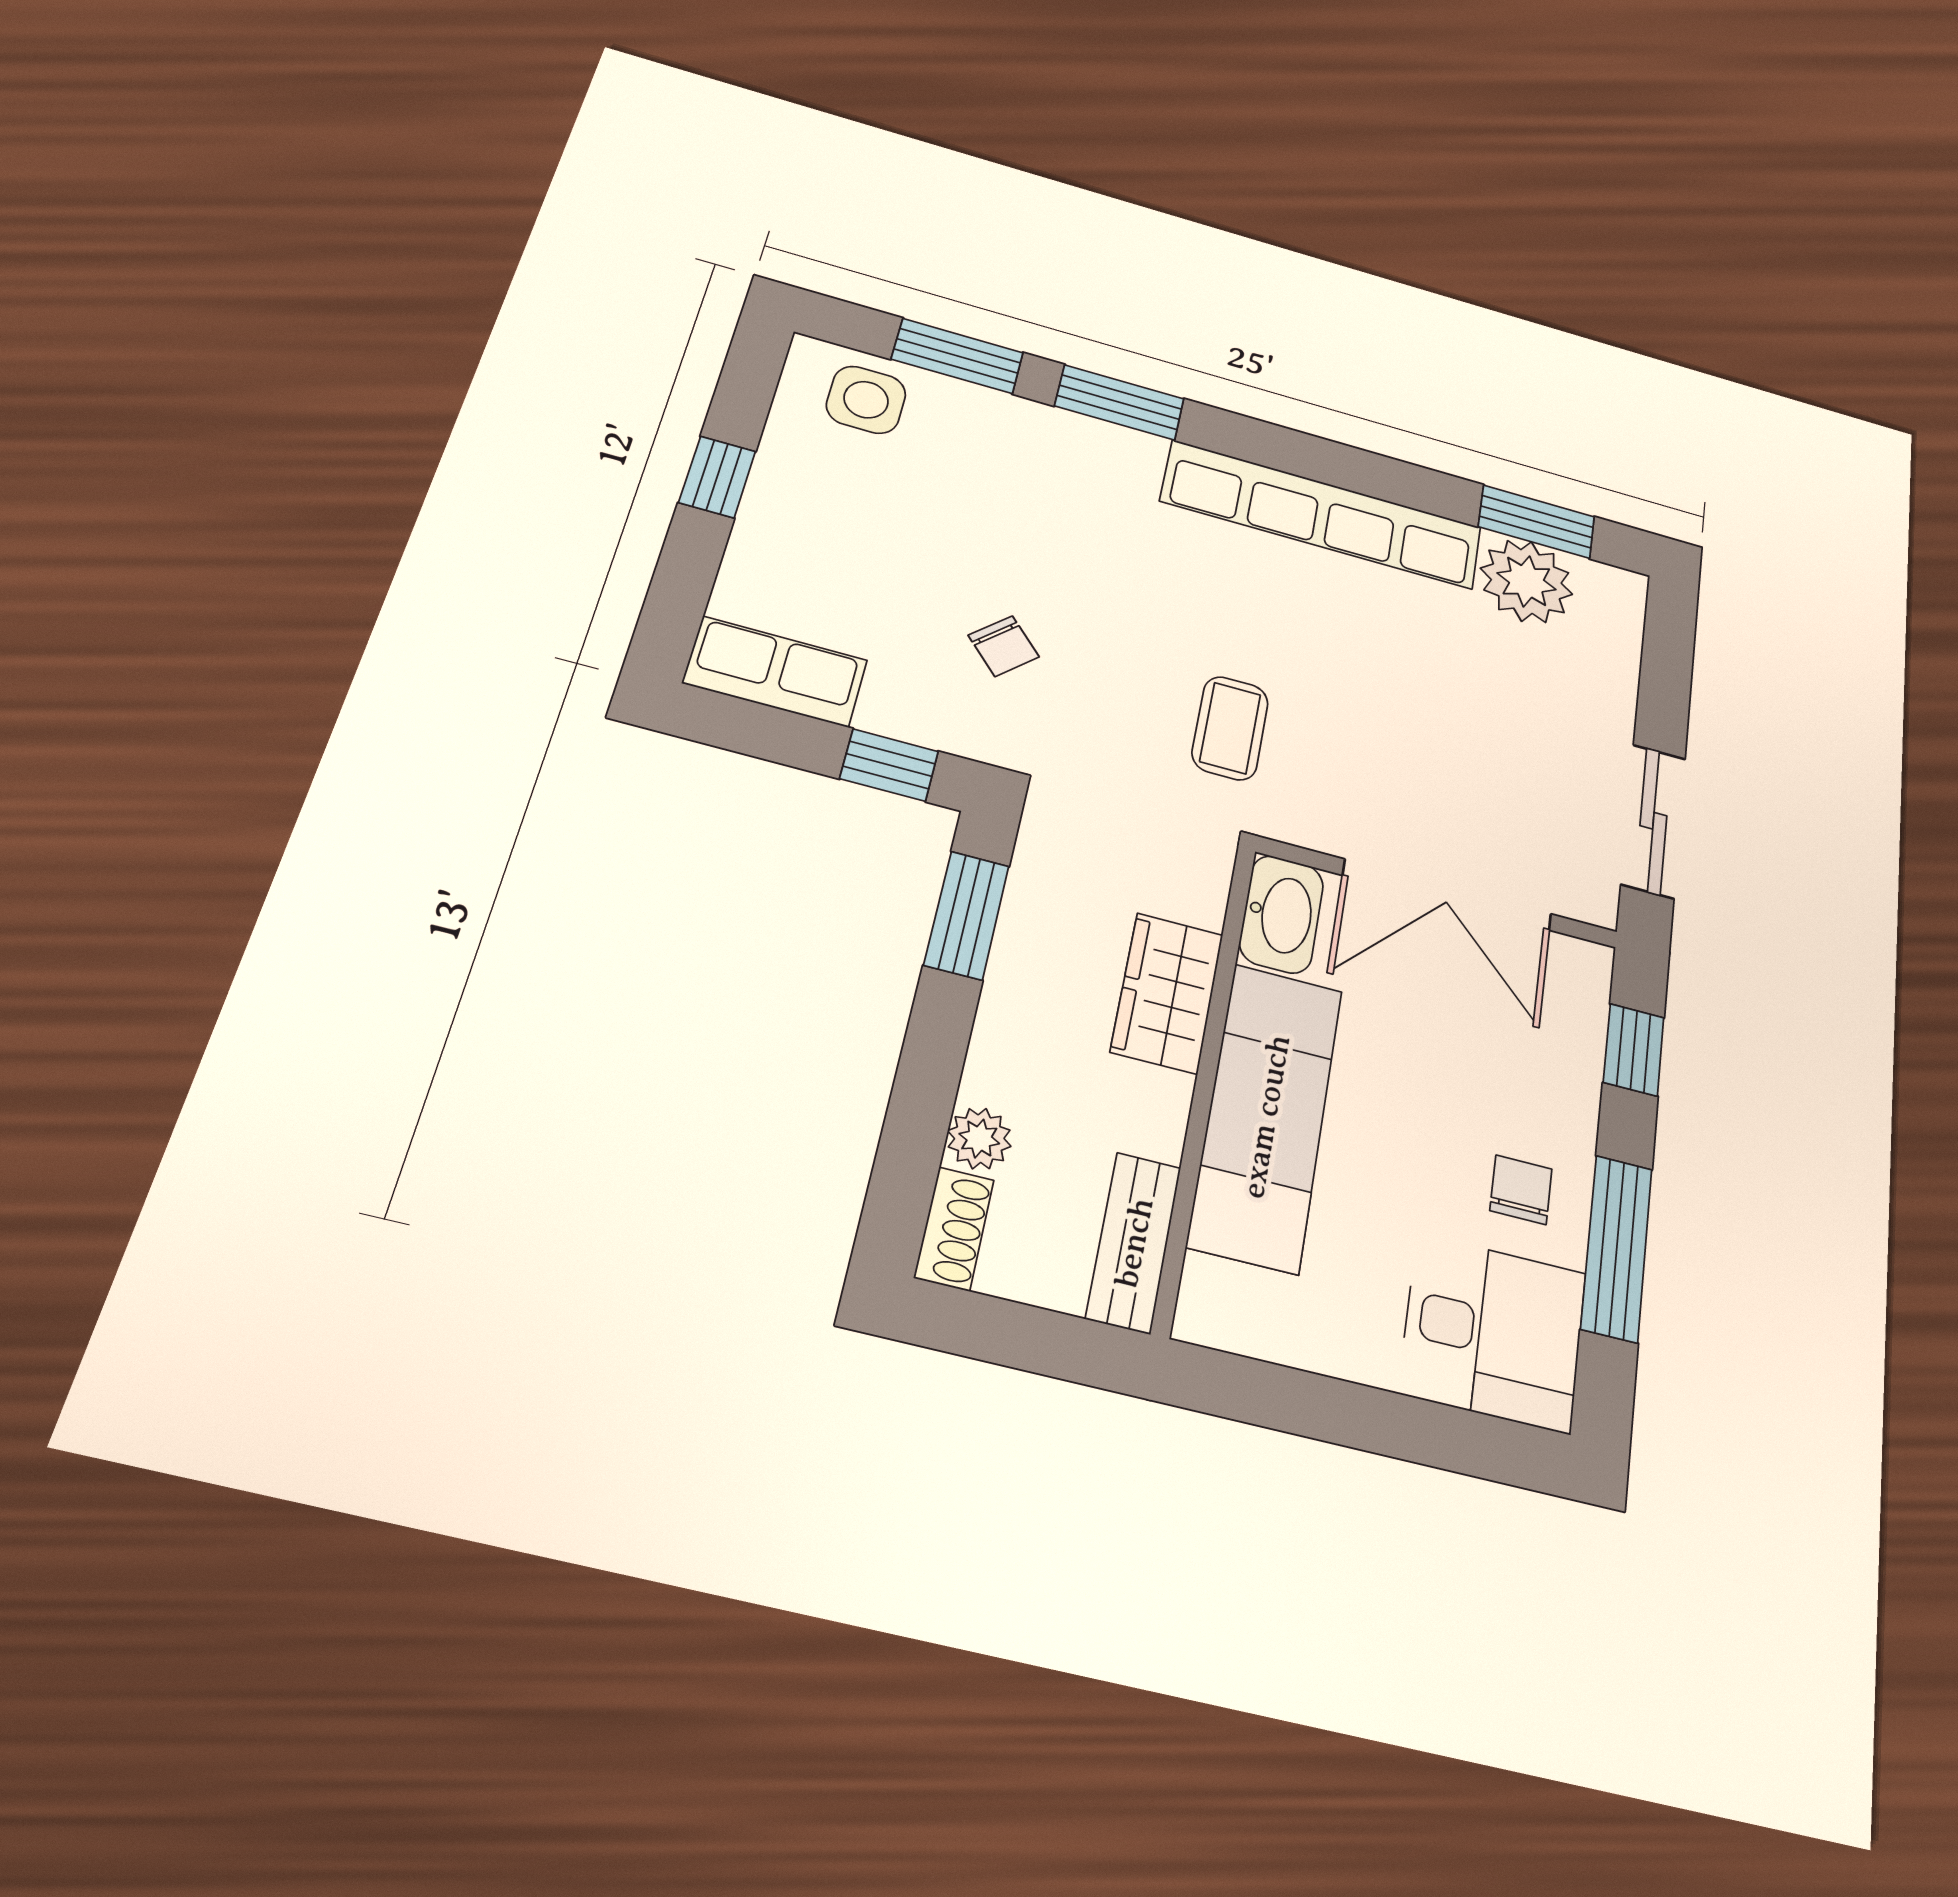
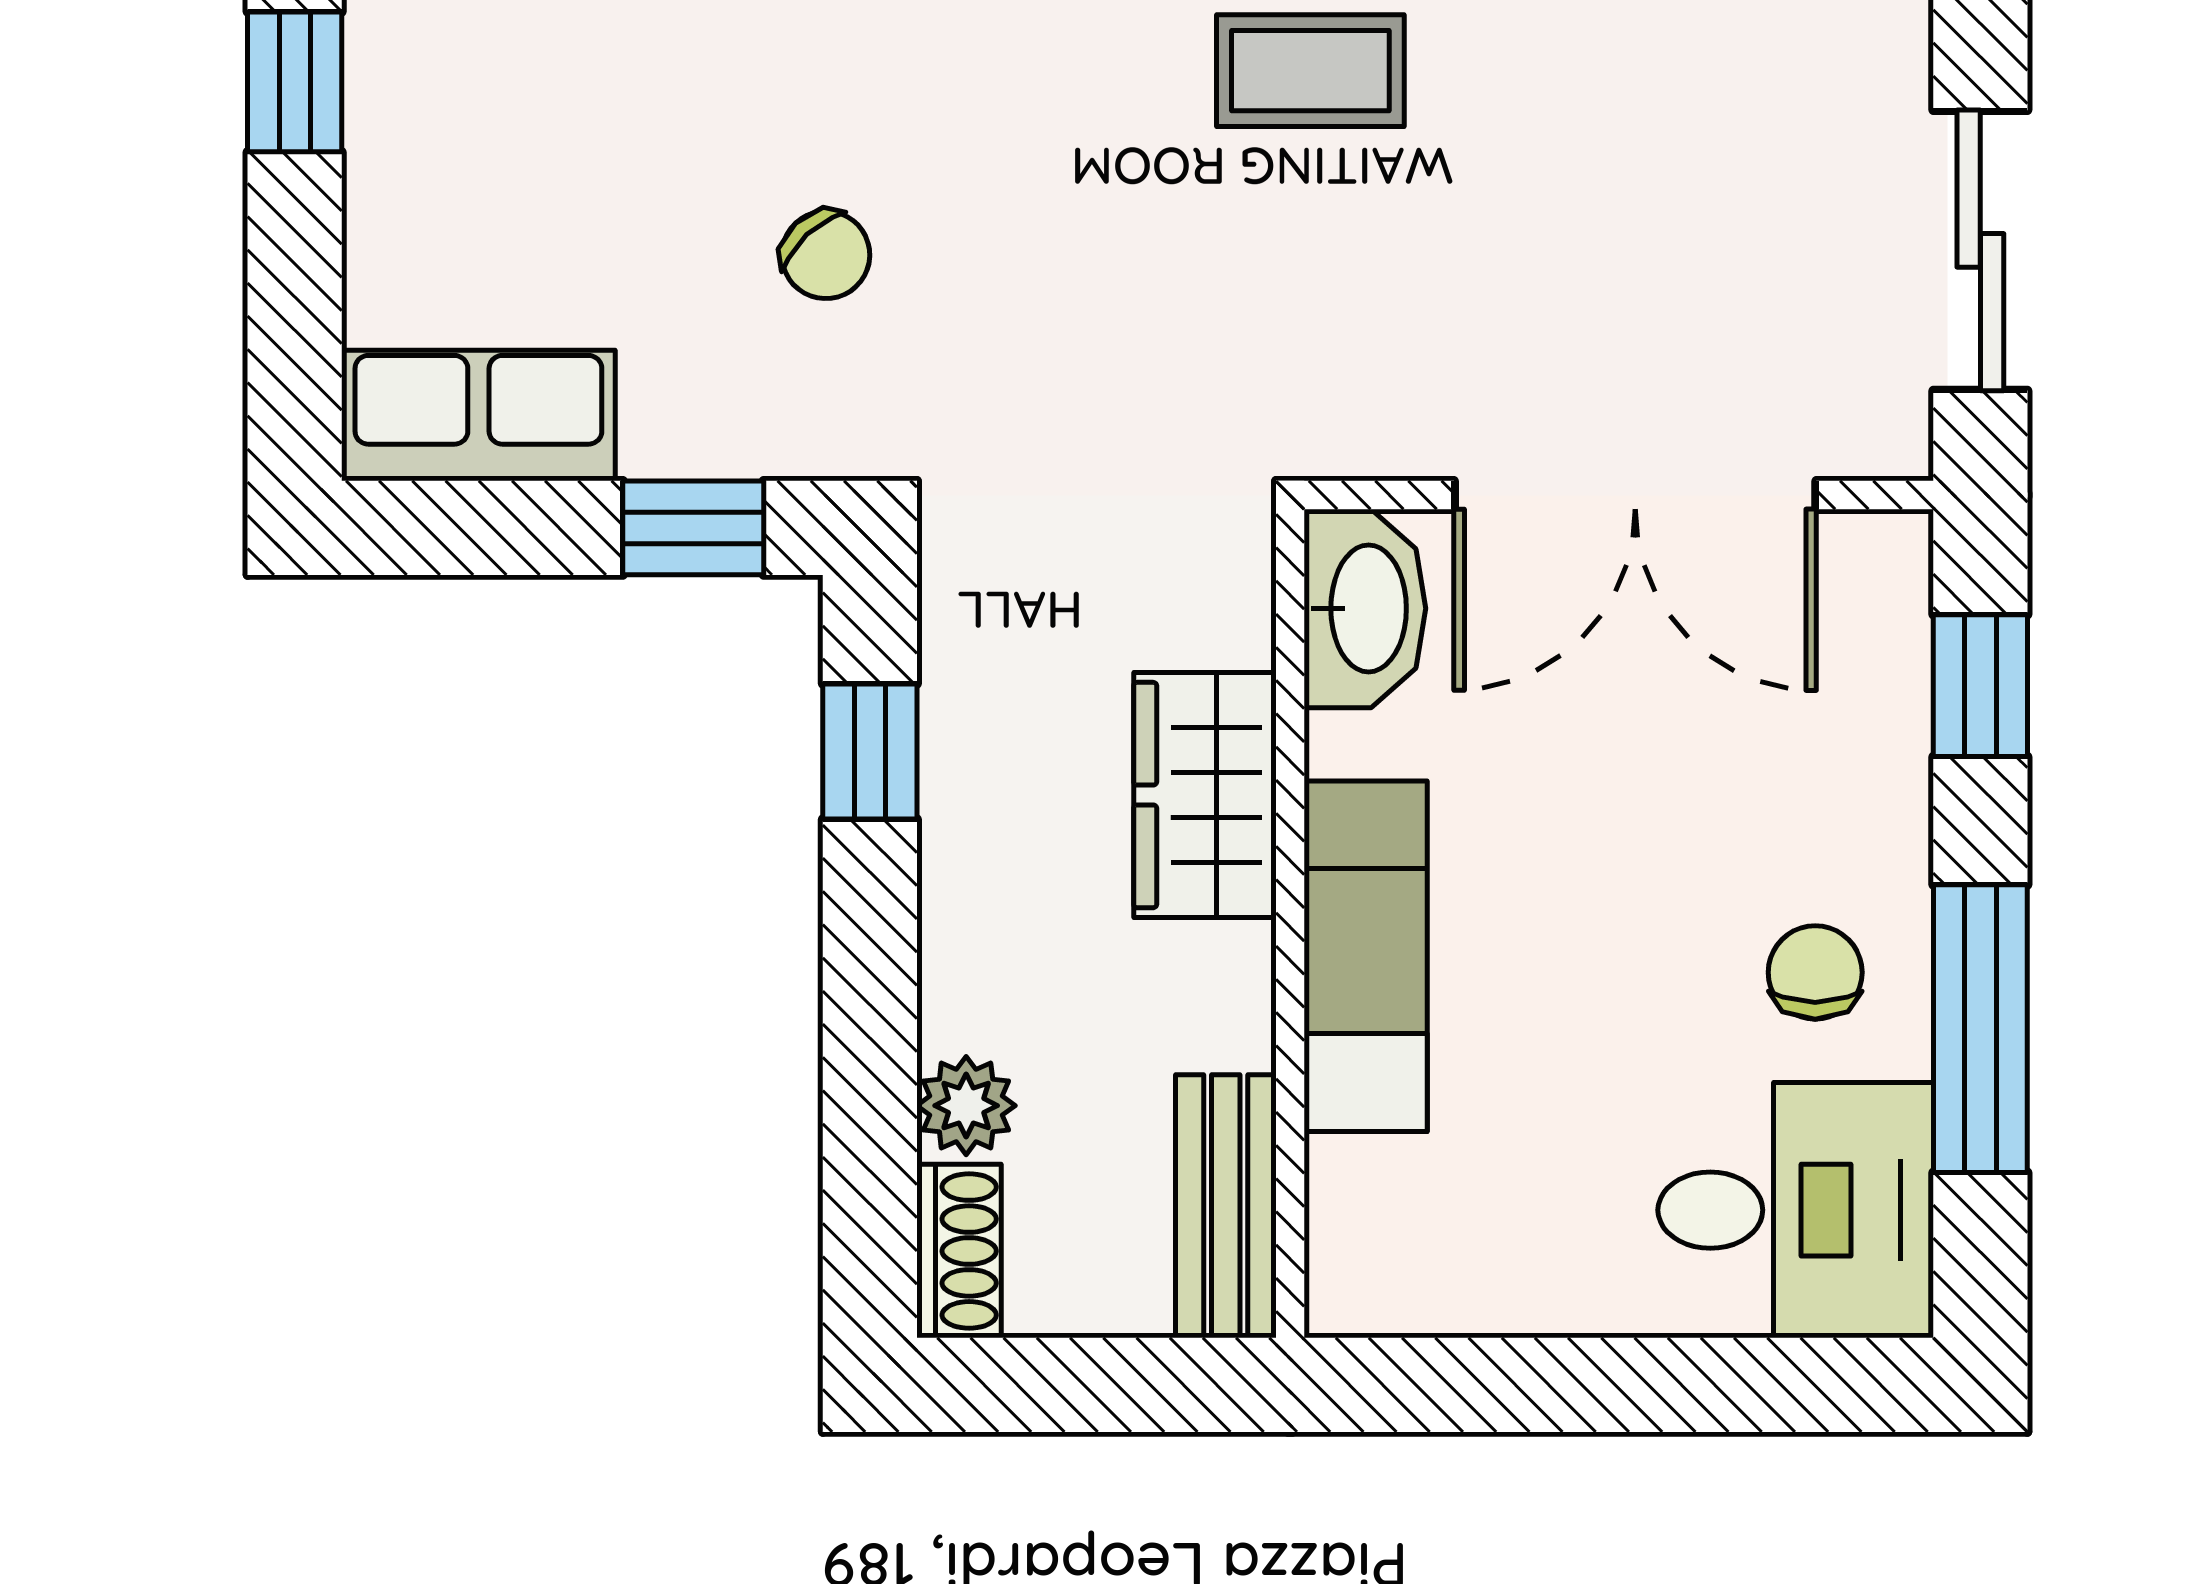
coffee table: (1230, 728) -> (1310, 71), moved, turned 90
window: (967, 915) -> (870, 751), width x0.67
exam couch: (1266, 1116) -> (1366, 956), width x0.73, depth x0.69

